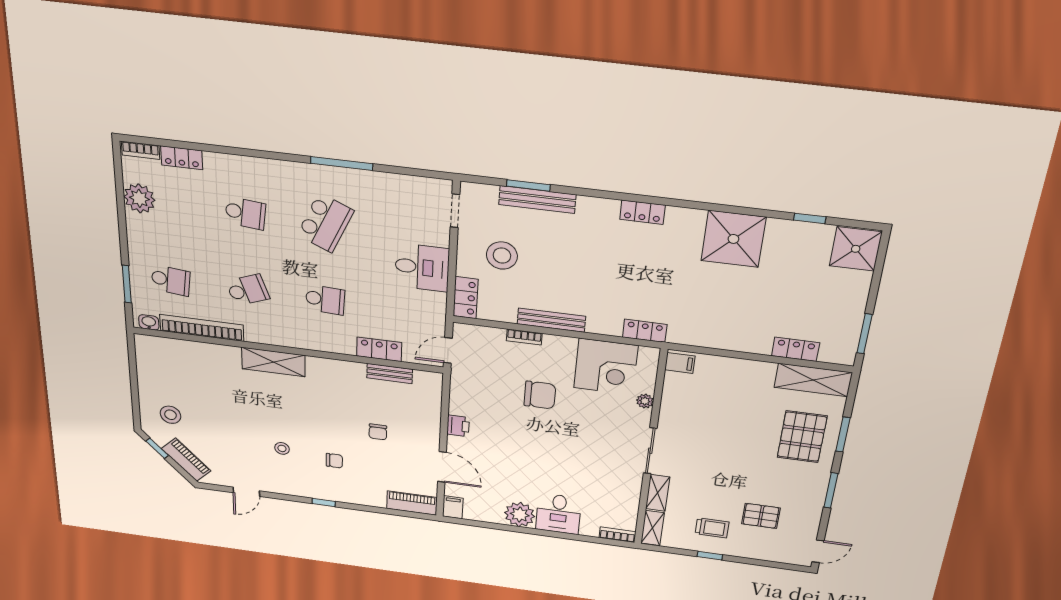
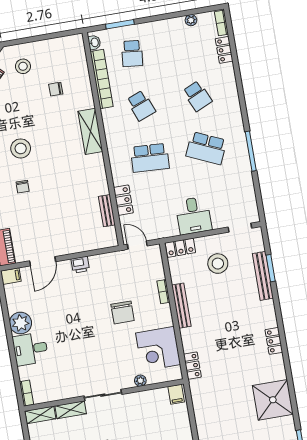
plant: (139, 198) -> (191, 20), width x0.53, depth x0.53
school desk: (245, 213) -> (197, 96), turned -30
school desk: (325, 300) -> (150, 158), width x1.85
chair: (378, 432) -> (56, 89), moved
stool: (282, 448) -> (21, 148), width x1.89, depth x1.89

